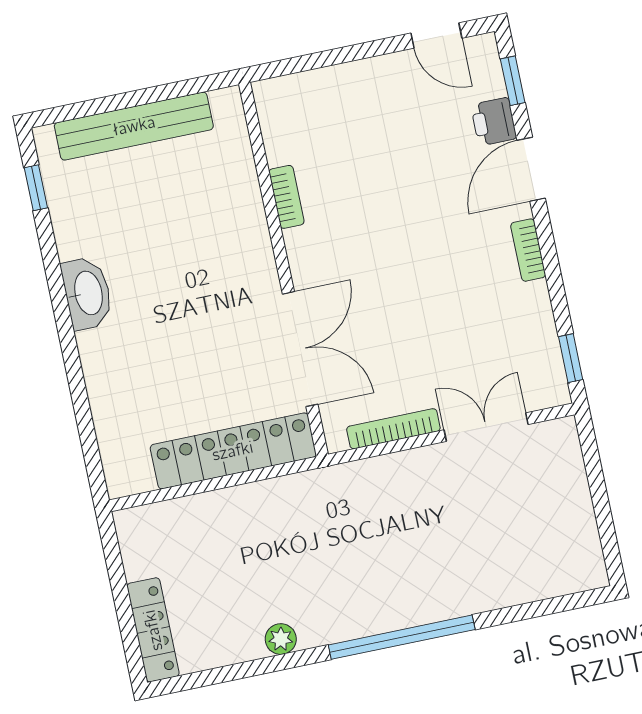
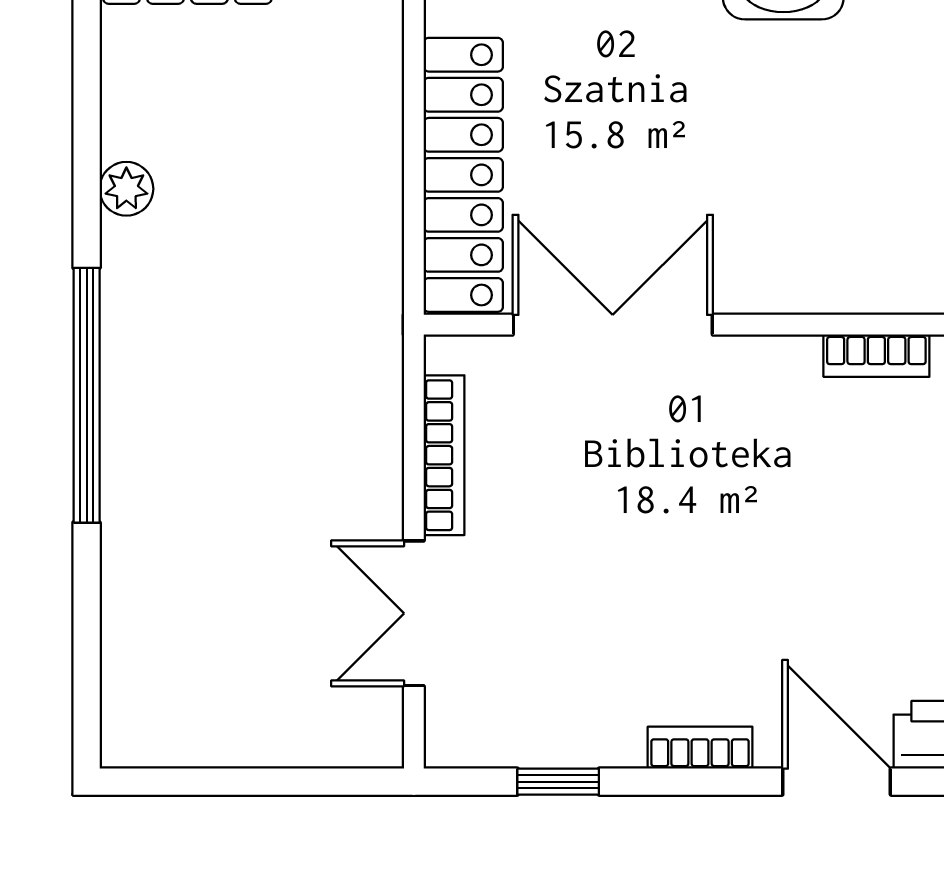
double door: (300, 349) -> (613, 325), swing flipped
window: (571, 358) -> (558, 782), moved
double door: (486, 427) -> (414, 613), swing flipped

